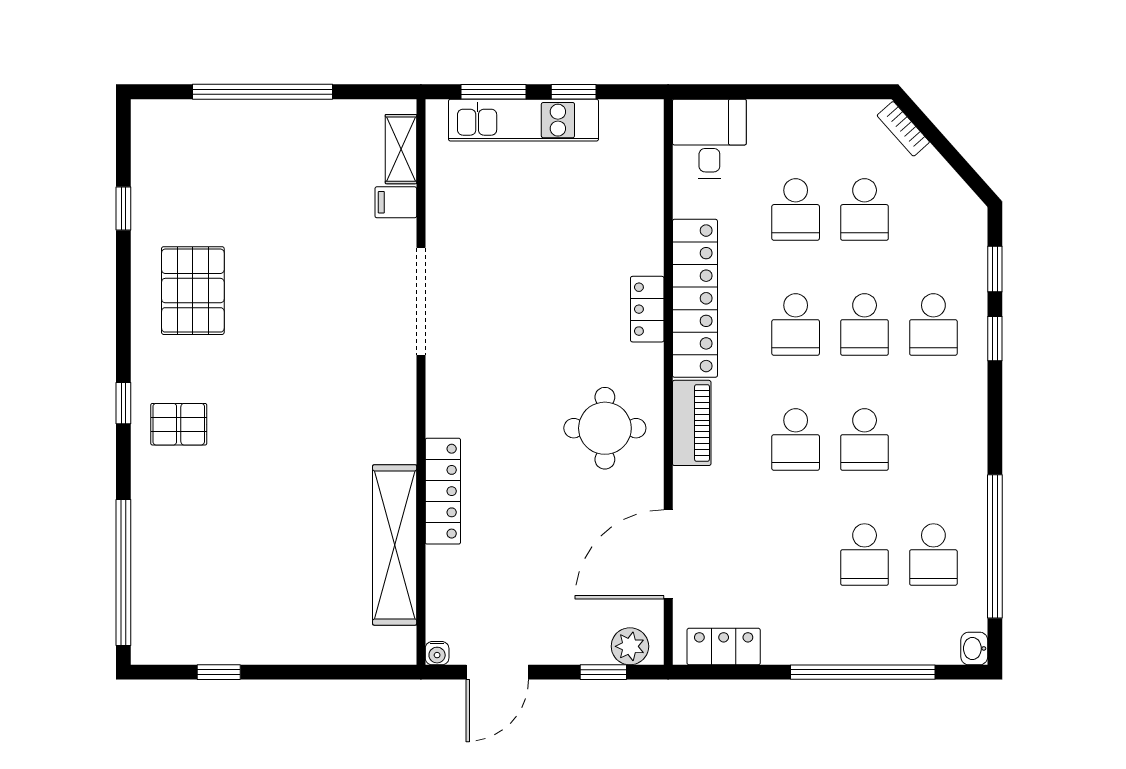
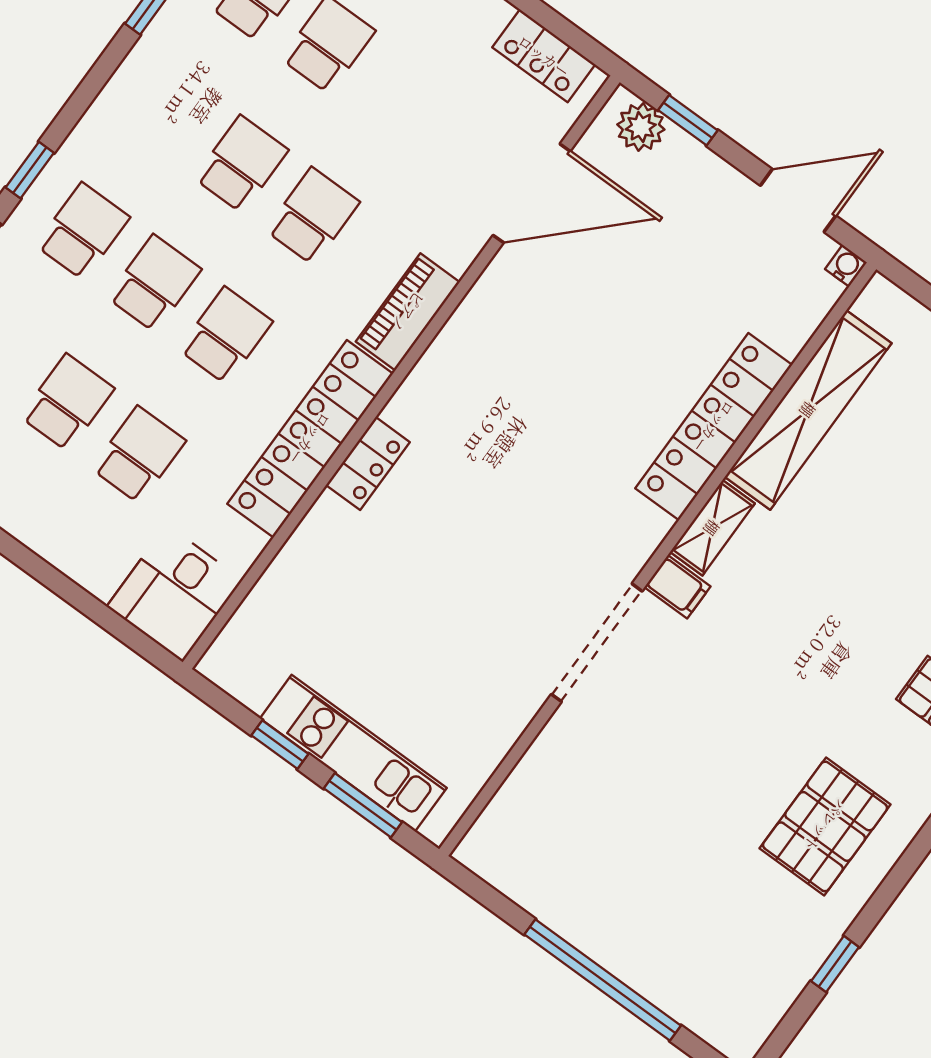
shelving: (401, 149) -> (712, 528), moved
filing cabinet: (396, 202) -> (677, 587), moved
round table: (605, 428) -> (502, 372), removed
locker: (443, 491) -> (714, 427), width x1.41, depth x1.21

